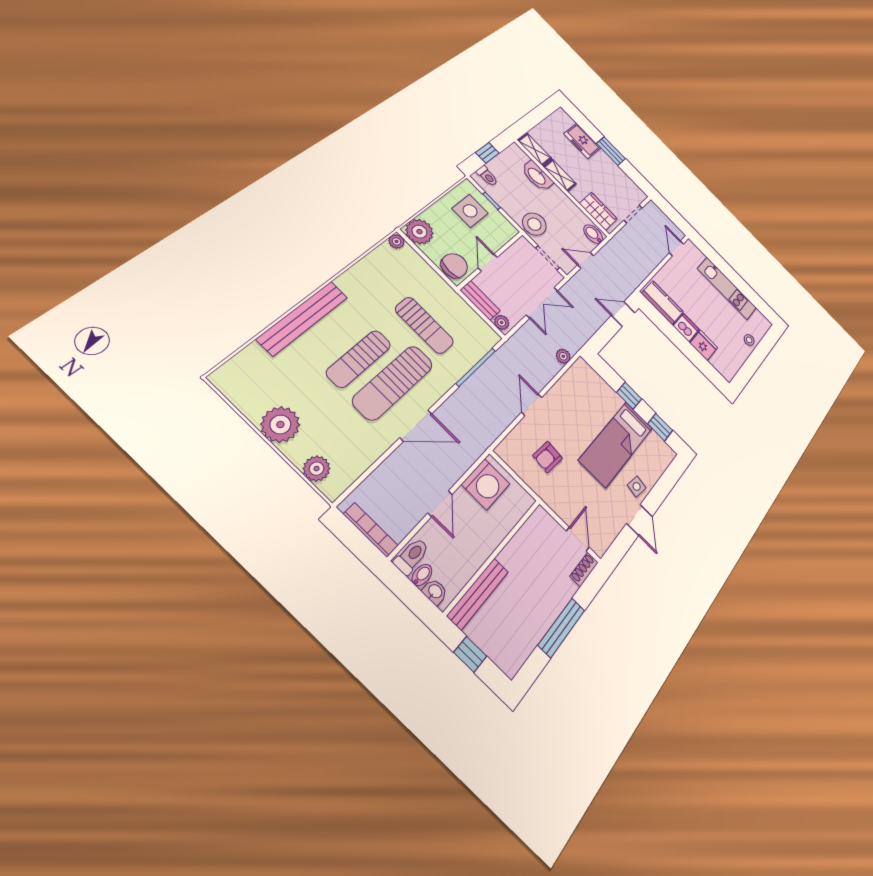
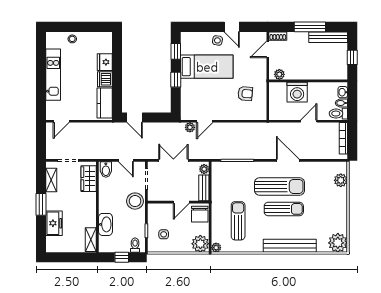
shelving: (560, 175) -> (51, 180), moved
side table: (470, 211) -> (164, 234), width x0.54, depth x0.54
chair: (454, 266) -> (200, 214), turned -90
sun lounger: (424, 325) -> (238, 221), moved
door: (532, 405) -> (205, 121), moved
plant: (280, 424) -> (338, 243), moved
washing machine: (486, 484) -> (297, 92), moved, turned 180
door: (639, 520) -> (232, 27), swing flipped
plant: (535, 524) -> (279, 74), added
bench: (478, 594) -> (328, 37), moved

